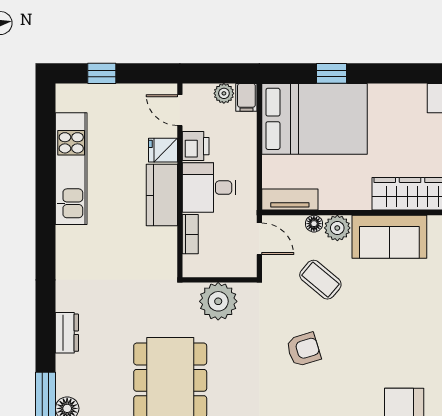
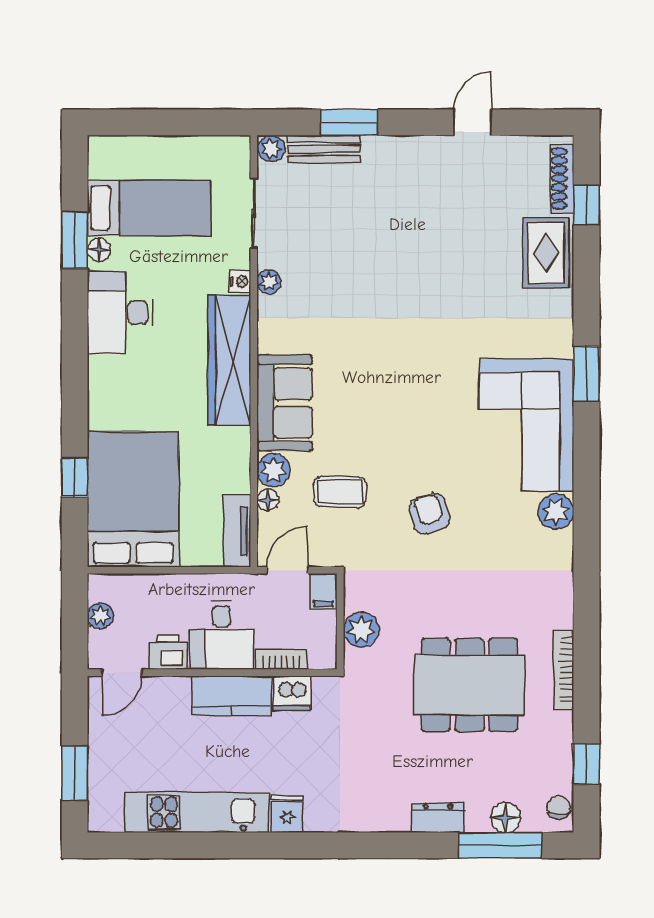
window: (102, 73) -> (75, 773), width x1.50
filing cabinet: (246, 97) -> (323, 591), moved, turned 90
fridge: (163, 150) -> (287, 814), moved, turned 180
dishwasher: (164, 242) -> (292, 693), added
coffee table: (320, 280) -> (340, 492), turned 50
plant: (218, 301) -> (361, 630), width x0.73, depth x0.73
dresser: (67, 333) -> (438, 818), moved

